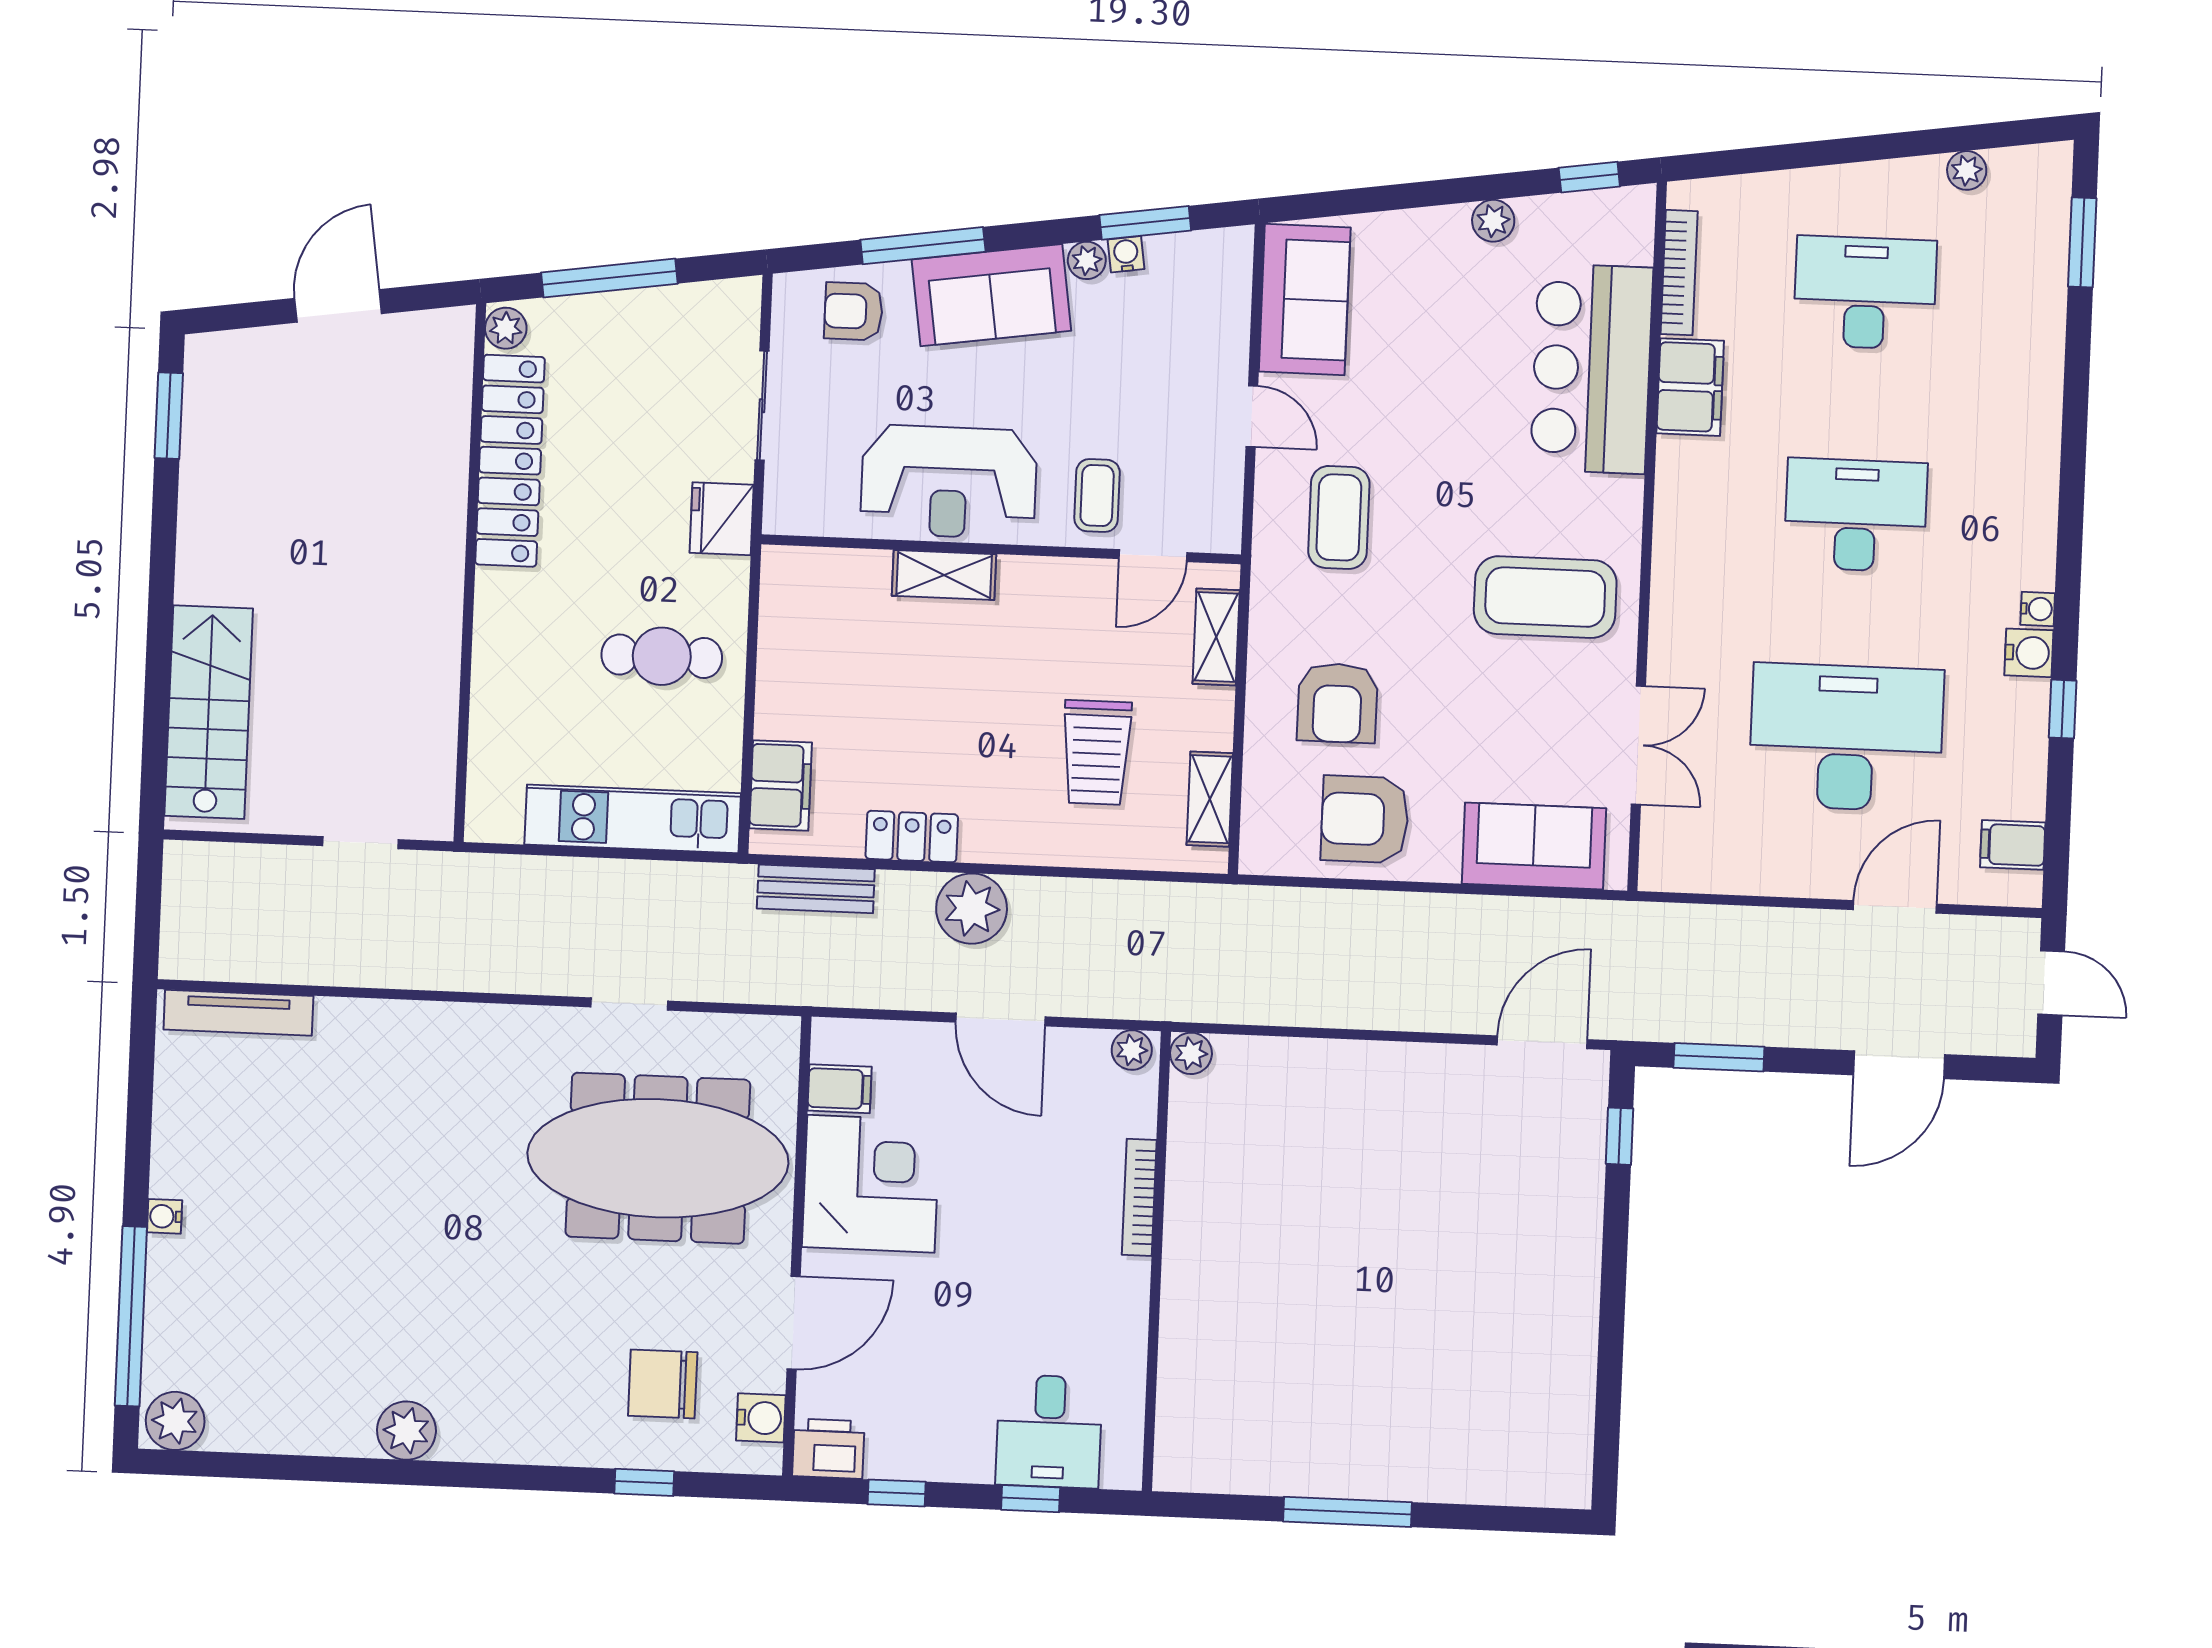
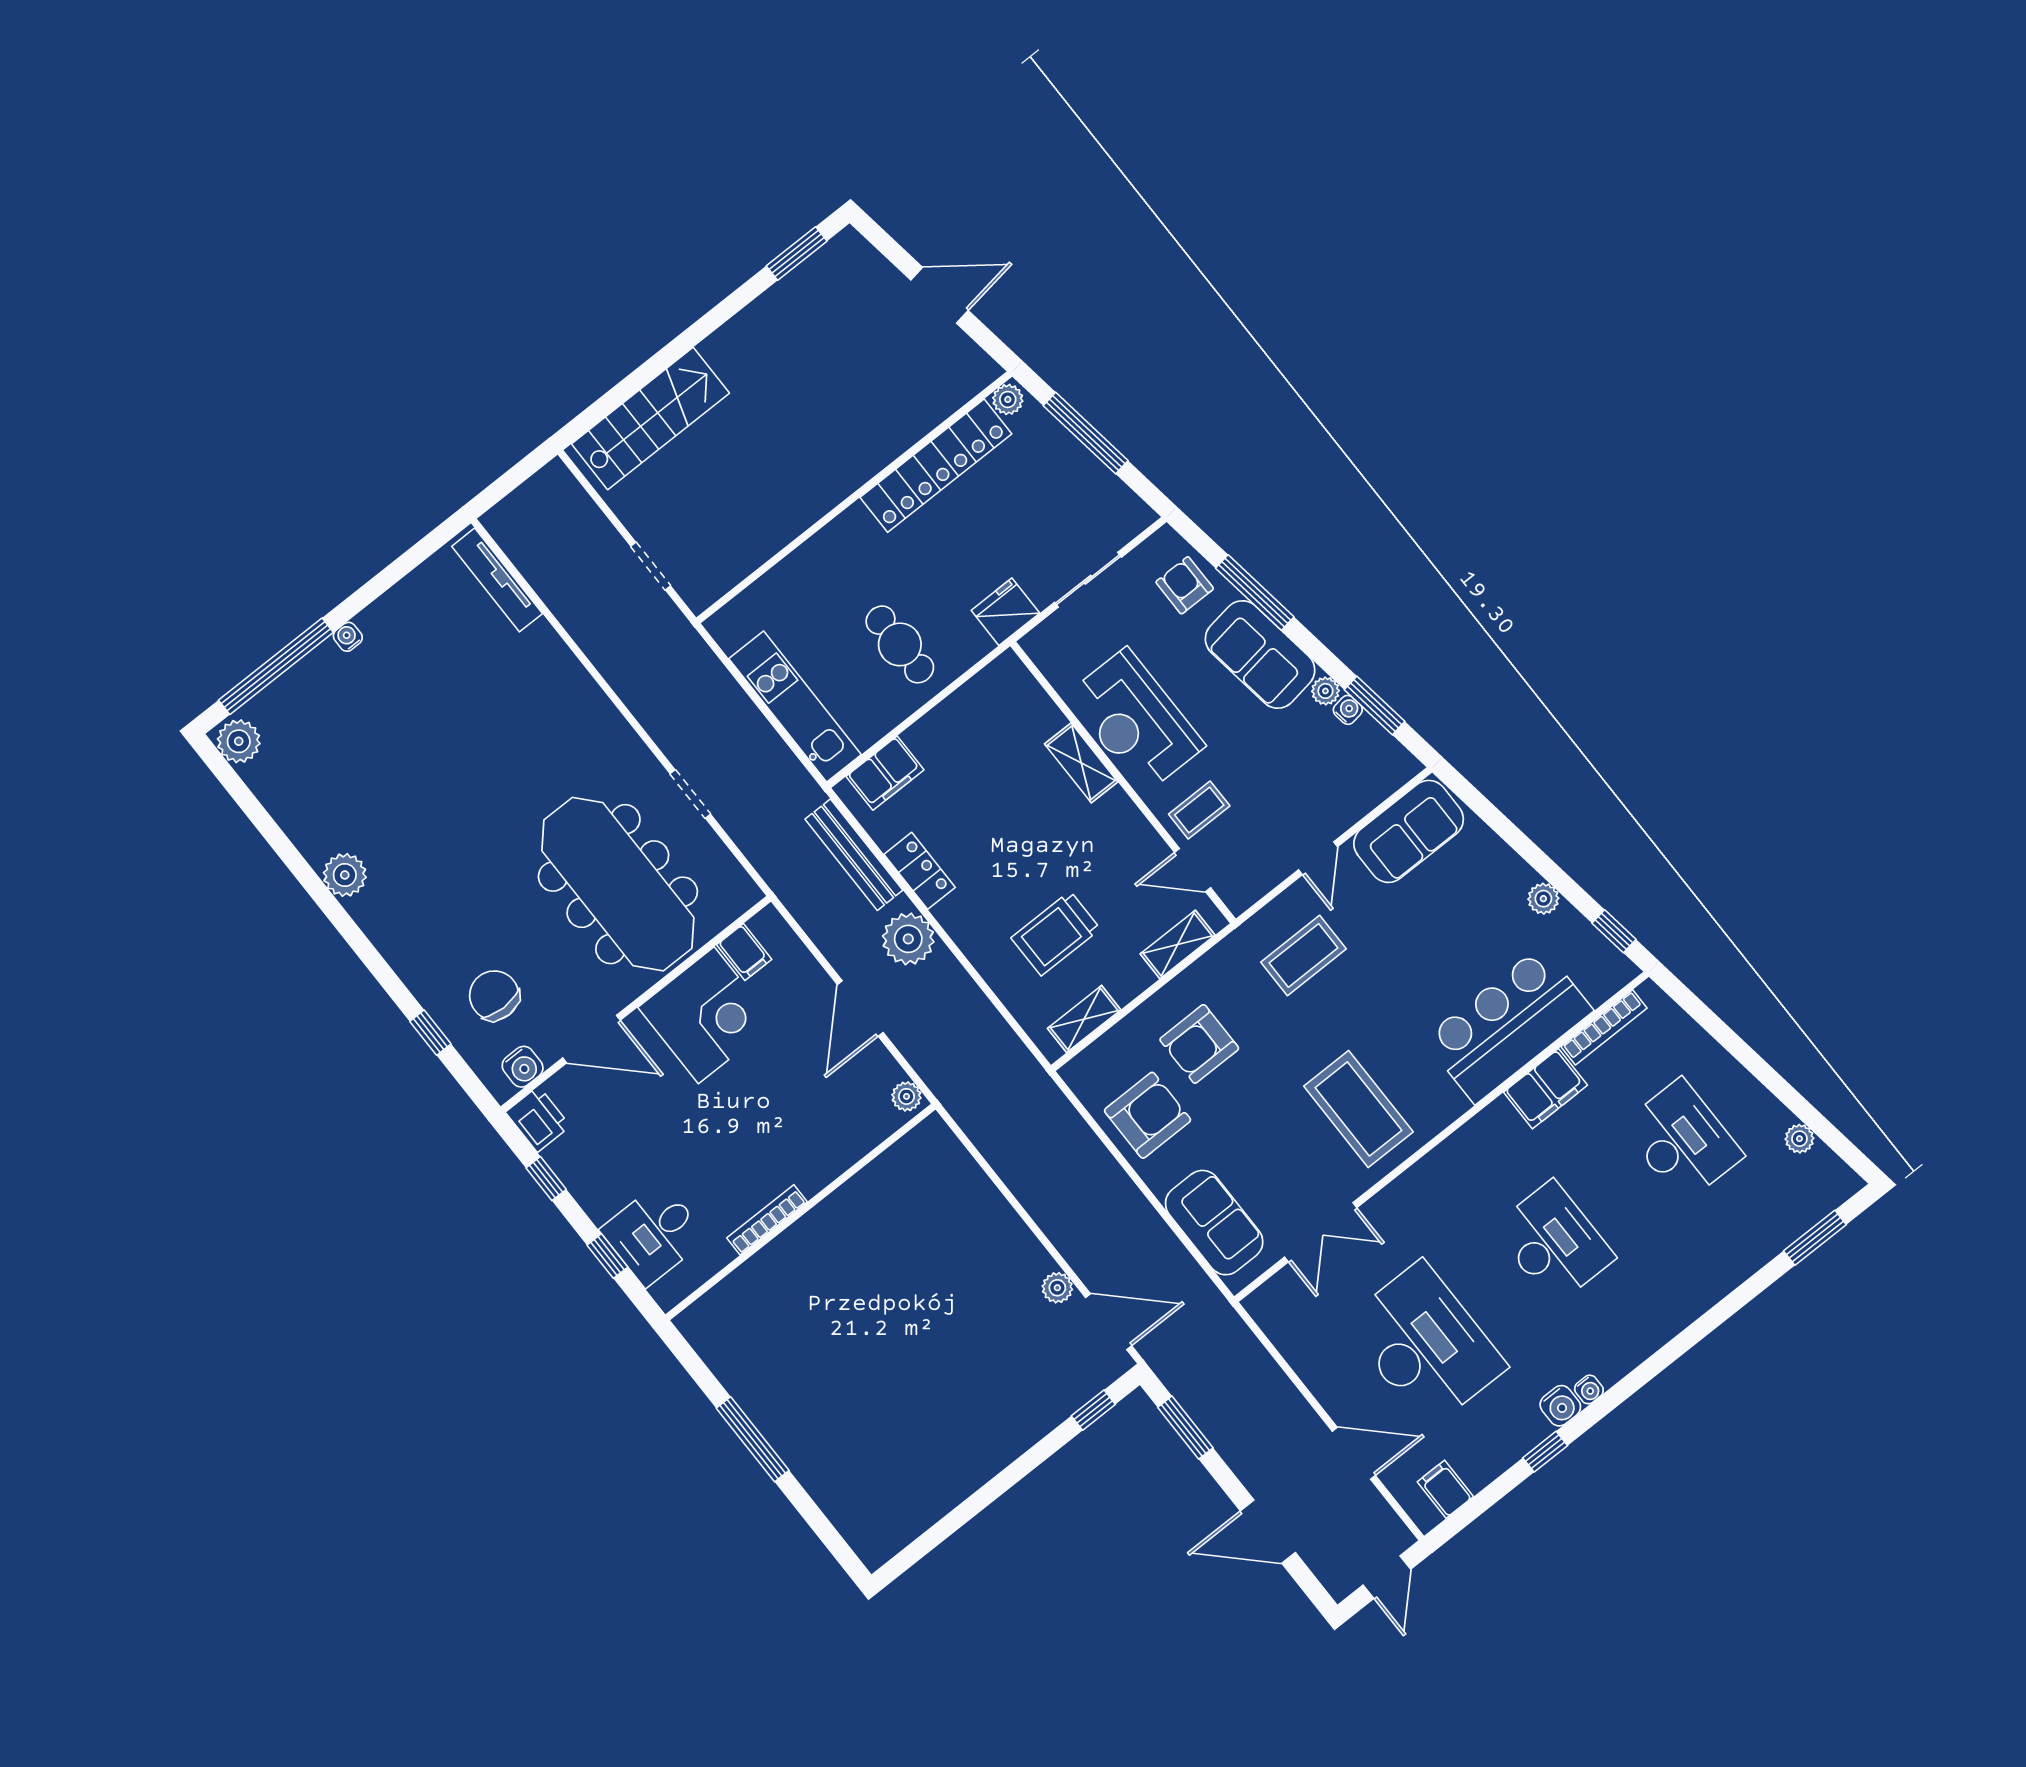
armchair: (1365, 819) -> (1148, 1115), turned 90
bench: (816, 889) -> (854, 855), width x1.36
plant: (1191, 1053) -> (1057, 1288), moved
bookcase: (1139, 1197) -> (767, 1220), moved

